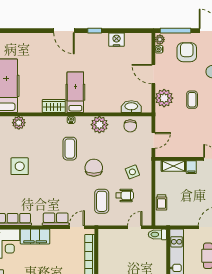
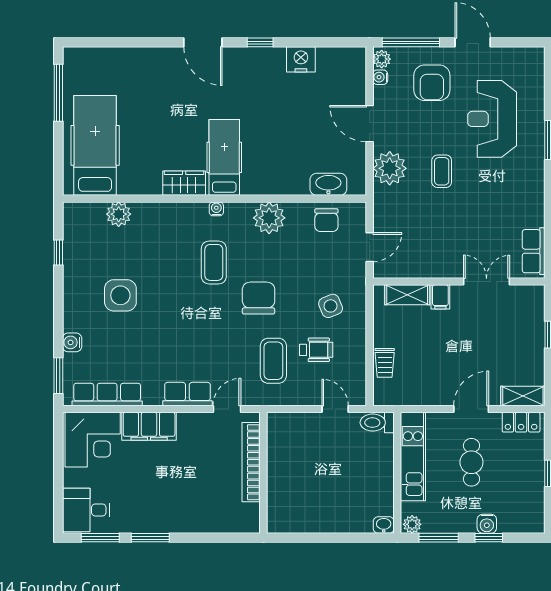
armchair: (187, 52) -> (432, 83), turned 180
door: (135, 227) -> (335, 409), hinge flipped

